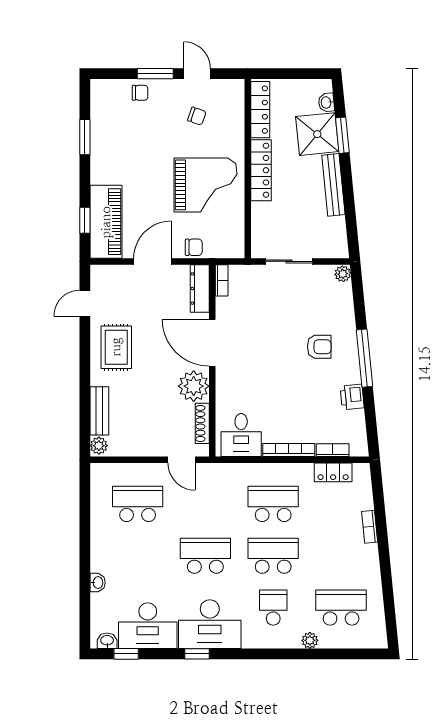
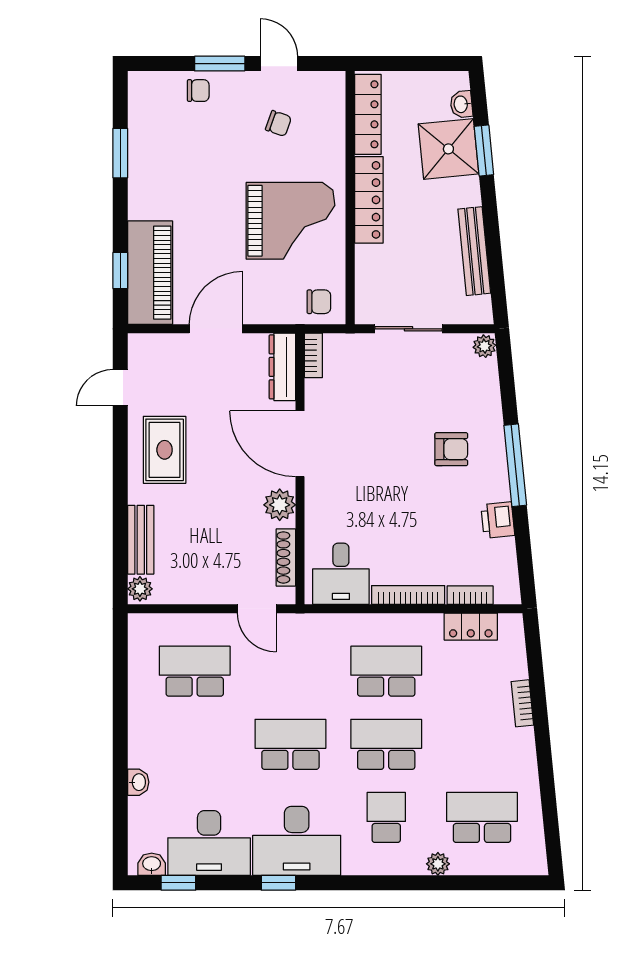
bench: (333, 185) -> (474, 251), moved
chair: (194, 247) -> (319, 302), moved
plant: (194, 386) -> (280, 505), width x0.73, depth x0.73

